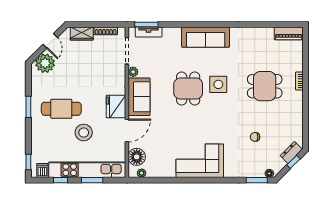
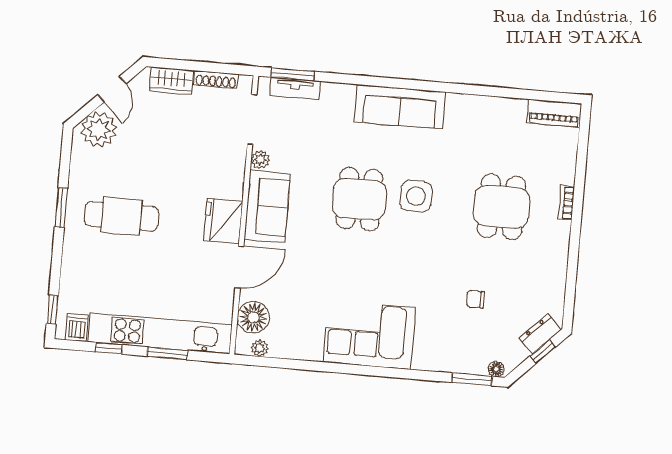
dining table: (265, 86) -> (501, 207), turned 90
stool: (84, 133) -> (159, 264), removed

